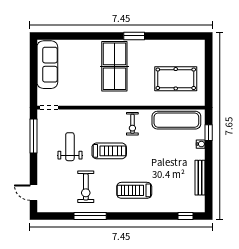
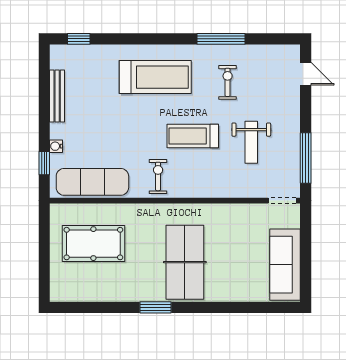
exercise bike: (86, 187) -> (228, 82), width x0.73, depth x0.72
treadmill: (134, 190) -> (155, 77), width x1.37, depth x1.38

